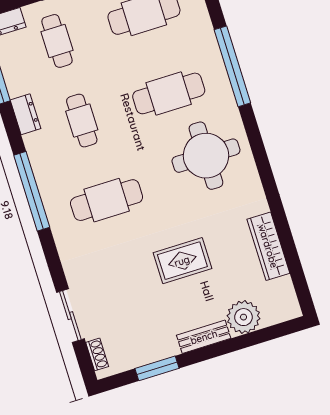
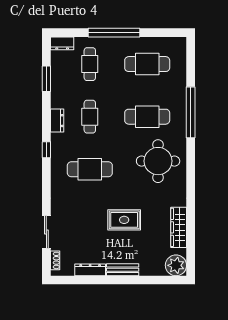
dresser: (25, 114) -> (57, 121), moved
window: (32, 191) -> (46, 150), width x0.32
plant: (243, 317) -> (176, 265), moved
dresser: (154, 352) -> (90, 270), added
window: (157, 368) -> (89, 280), removed

